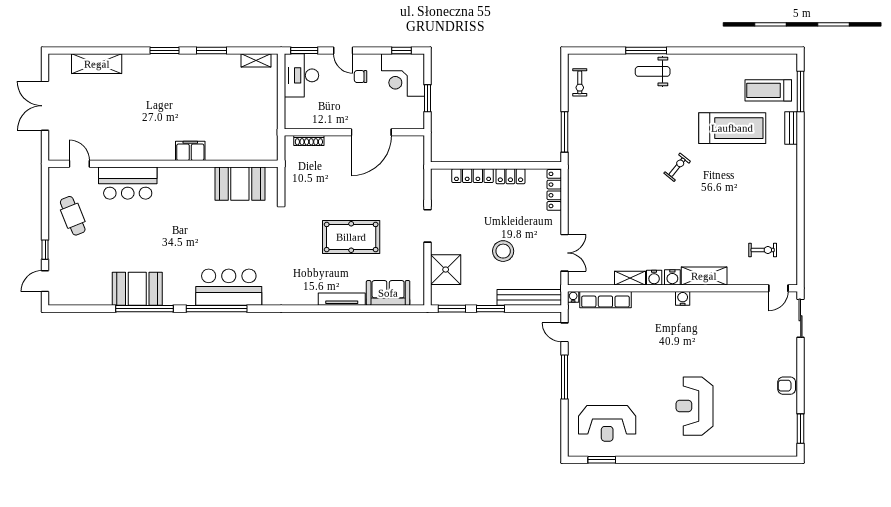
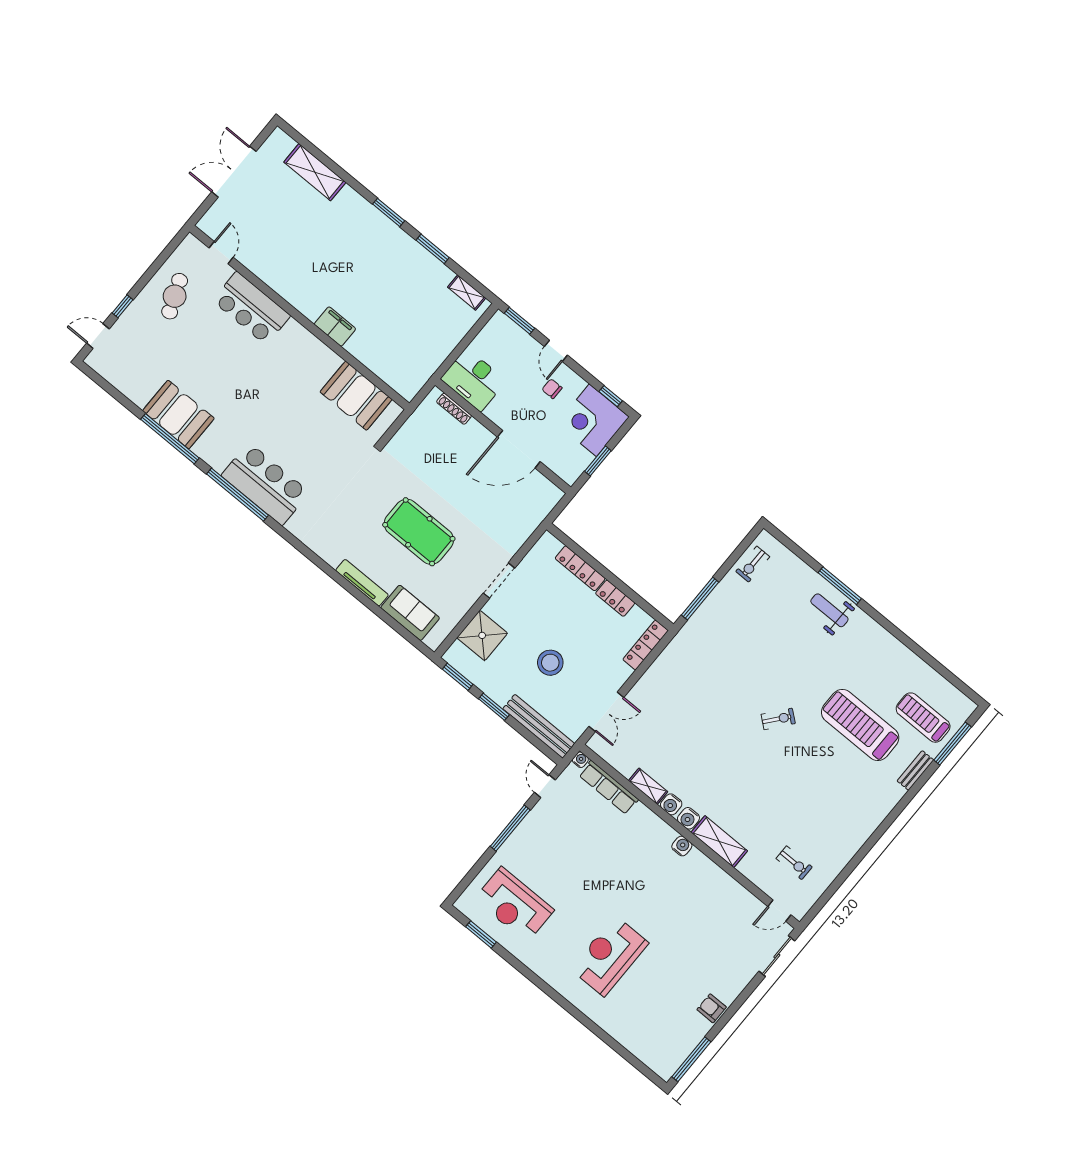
desk: (301, 75) -> (473, 380), moved, turned -90
treadmill: (732, 128) -> (860, 725), turned 180
window: (801, 429) -> (691, 1059), width x1.44

